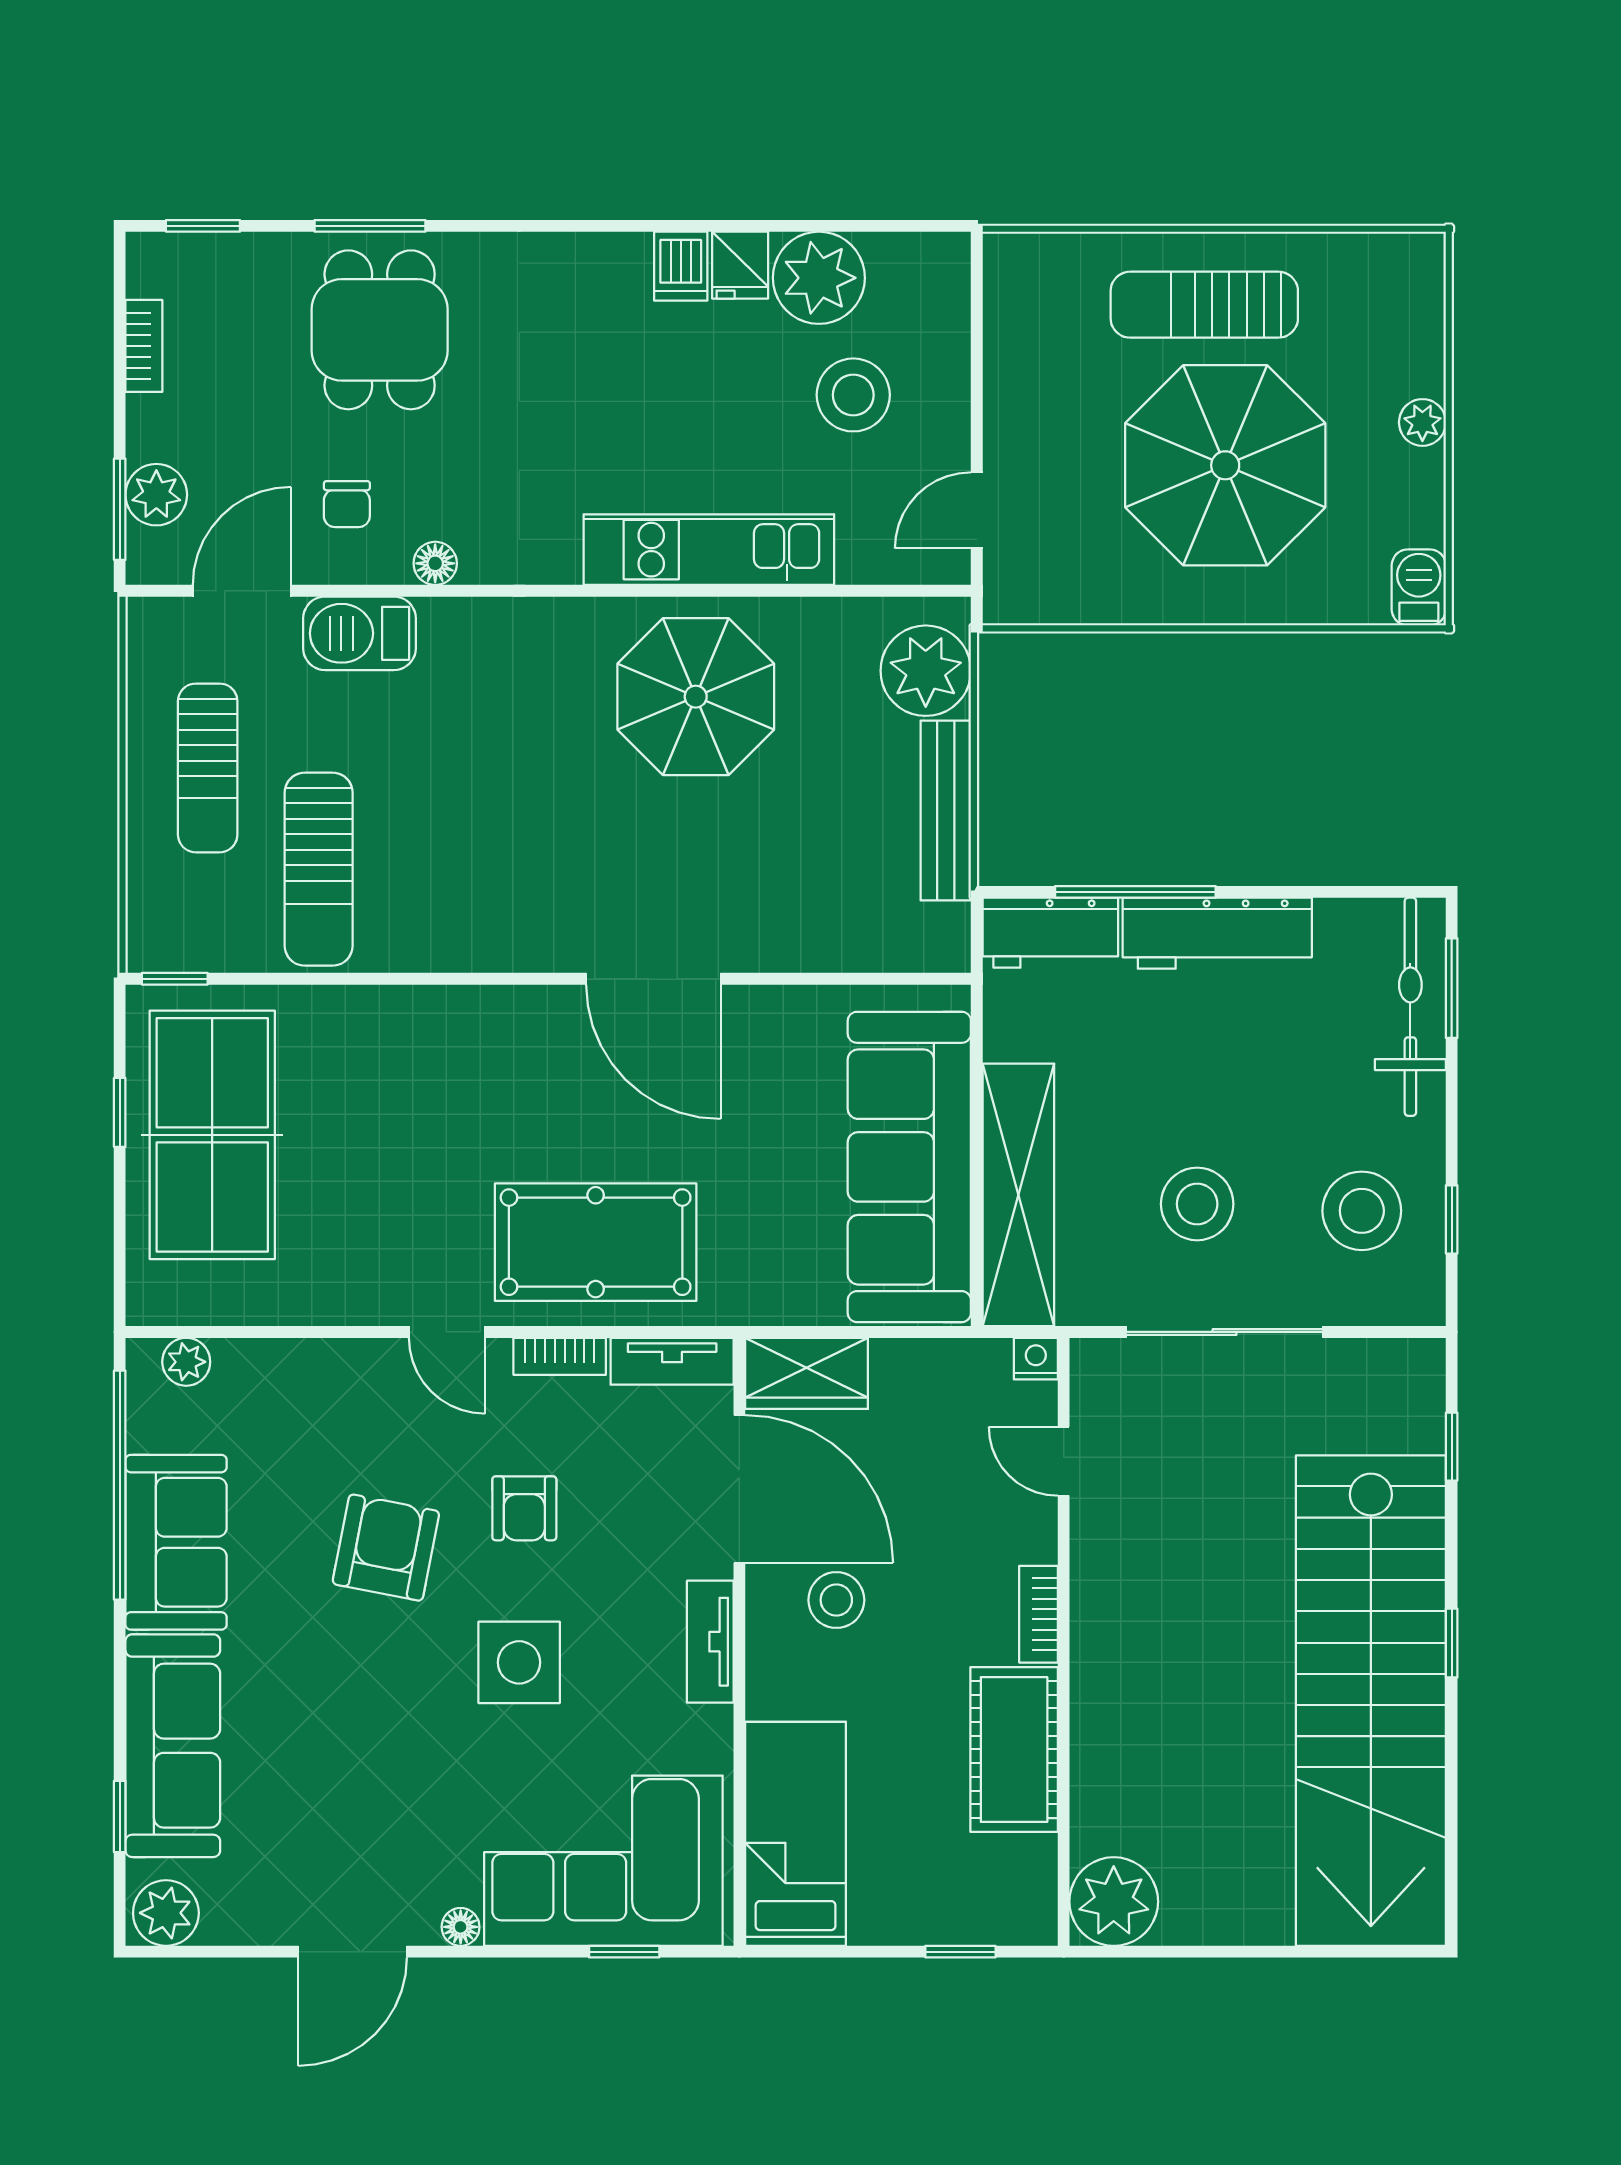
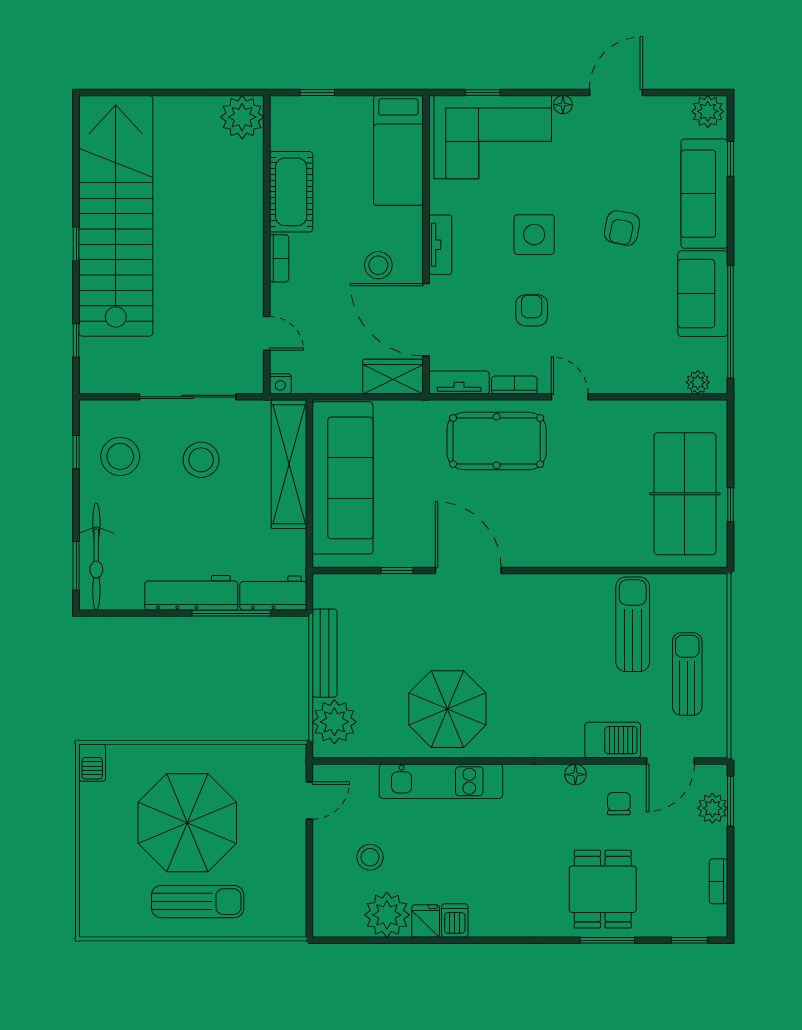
stool: (853, 395) -> (370, 857), width x0.73, depth x0.73
plant: (1422, 422) -> (90, 844), removed
window: (175, 979) -> (397, 570), moved
armchair: (386, 1548) -> (622, 228), moved, width x0.72, depth x0.72

